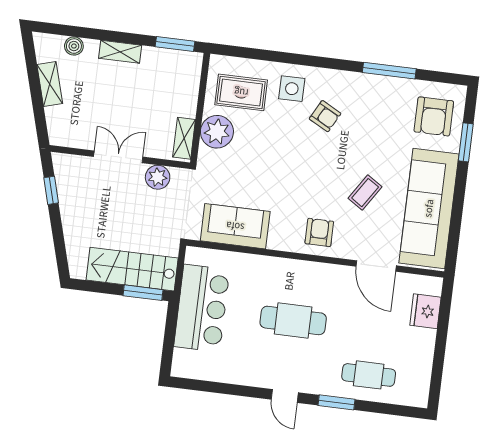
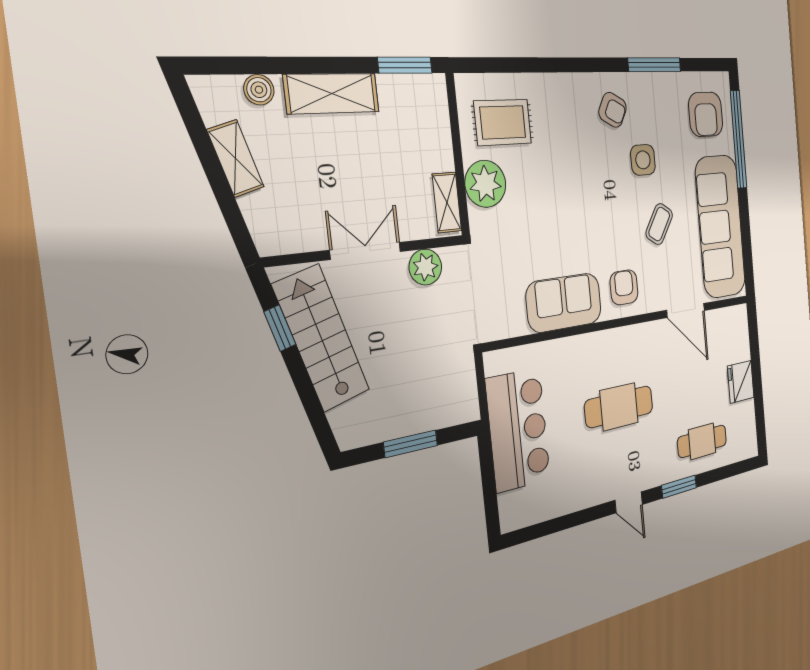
shelving: (120, 52) -> (332, 93), width x1.50, depth x1.33
side table: (292, 89) -> (643, 160), moved
armchair: (325, 116) -> (613, 110), moved
window: (466, 142) -> (739, 139), width x2.11
sofa: (235, 226) -> (564, 303), moved
stairs: (132, 269) -> (321, 338), moved, turned 74
window: (143, 293) -> (411, 444), moved
fridge: (425, 311) -> (741, 382), moved

